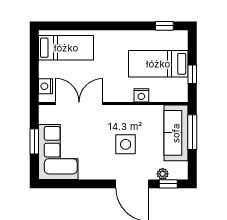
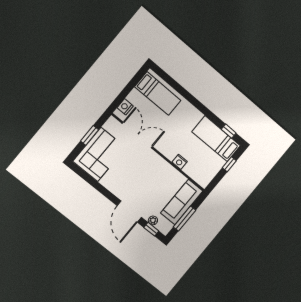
bed: (158, 64) -> (216, 139), moved
window: (192, 74) -> (229, 164), moved
window: (192, 132) -> (184, 219), moved
side table: (126, 144) -> (145, 184), removed

